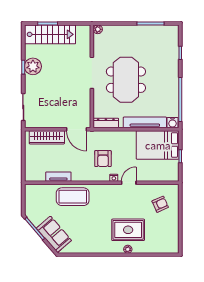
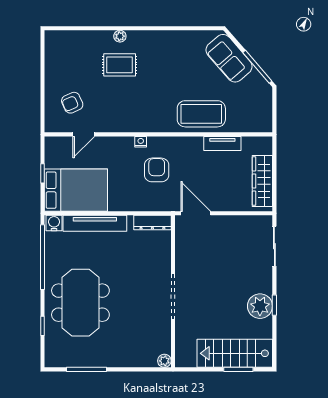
meeting table: (126, 80) -> (80, 303), moved
wardrobe: (47, 137) -> (262, 181), moved, turned -90
door: (129, 183) -> (84, 134), moved
rug: (128, 230) -> (120, 65), width x0.73, depth x0.70

